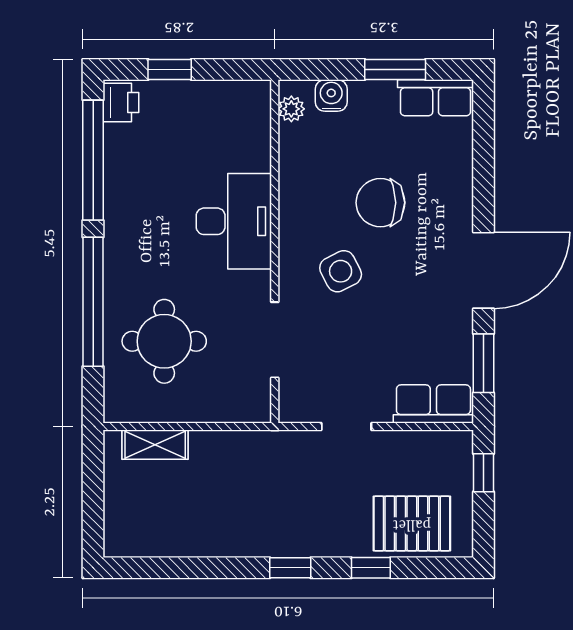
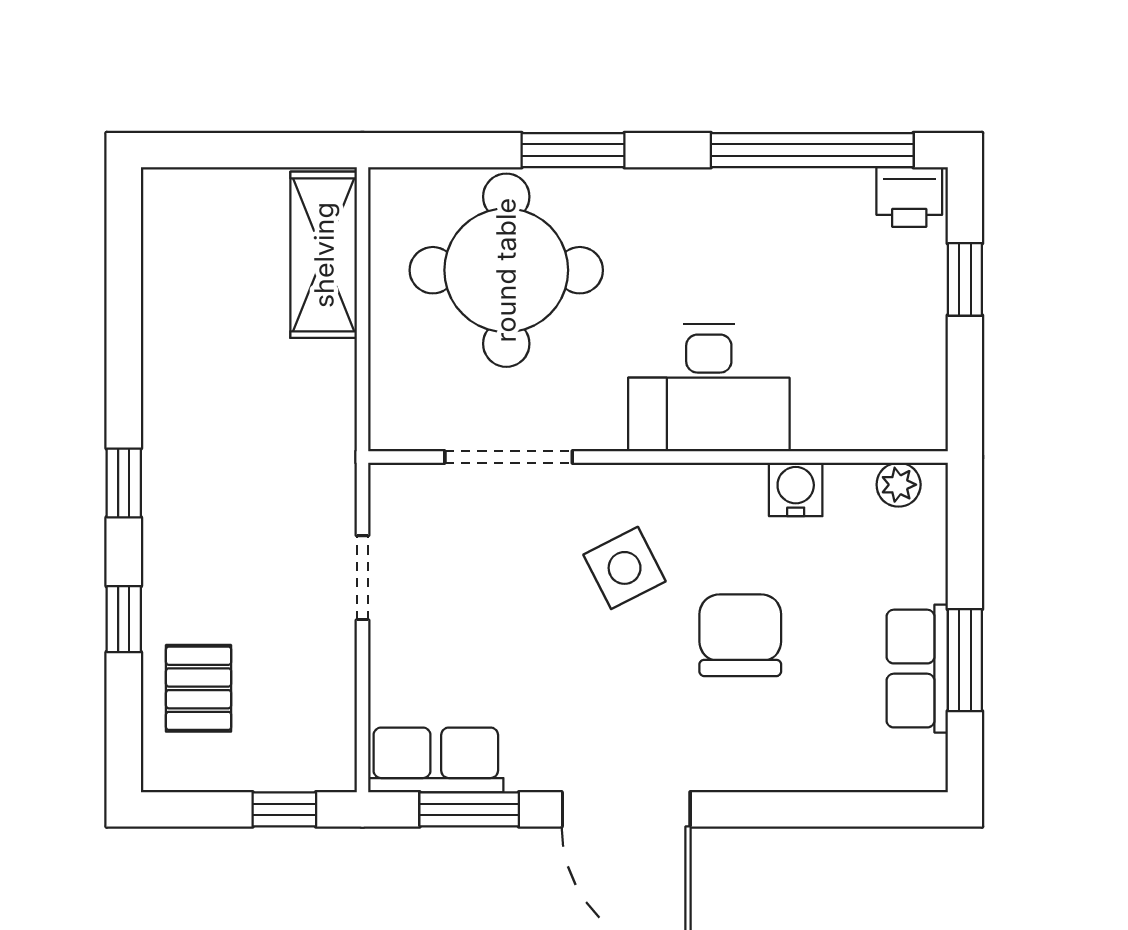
water cooler: (331, 96) -> (796, 489), moved, turned -90
row of seats: (436, 98) -> (917, 669), moved
window: (93, 302) -> (573, 150), width x0.47
round table: (164, 341) -> (506, 270), width x1.36, depth x1.36
row of seats: (433, 404) -> (436, 760), moved, turned -90
shelving: (155, 445) -> (324, 255), width x1.50, depth x1.33
pallet: (412, 524) -> (199, 688), width x0.67, depth x0.71

